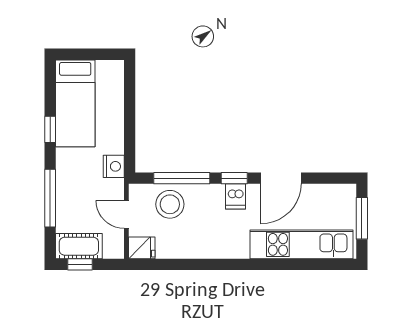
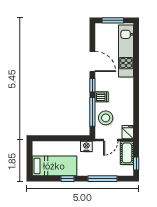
dishwasher: (235, 196) -> (102, 97), moved
cot: (79, 246) -> (127, 153), moved

